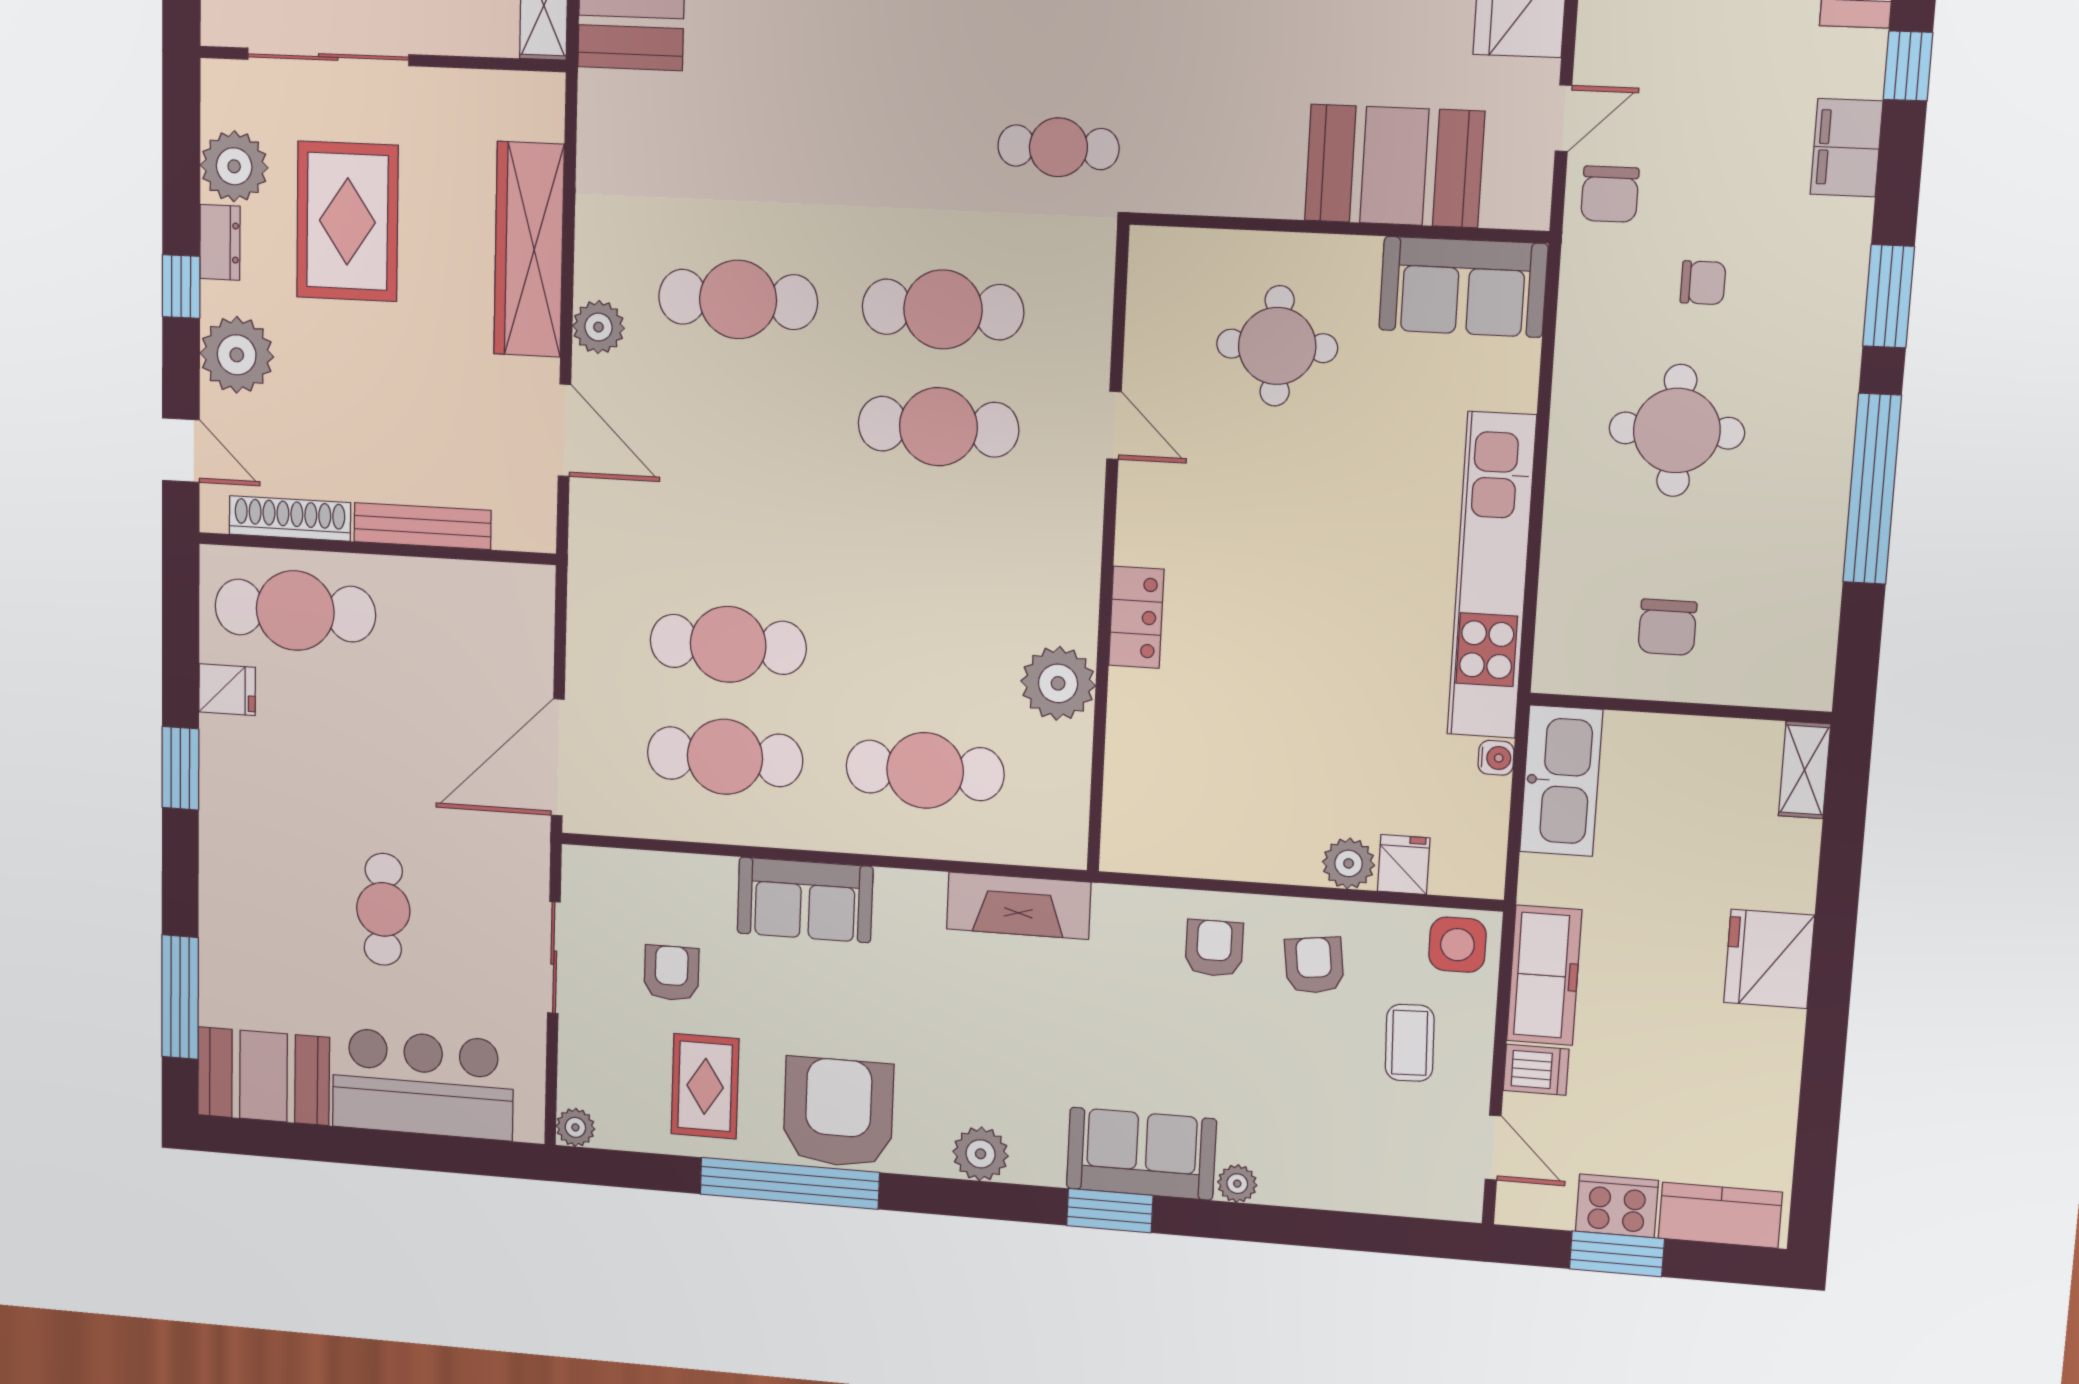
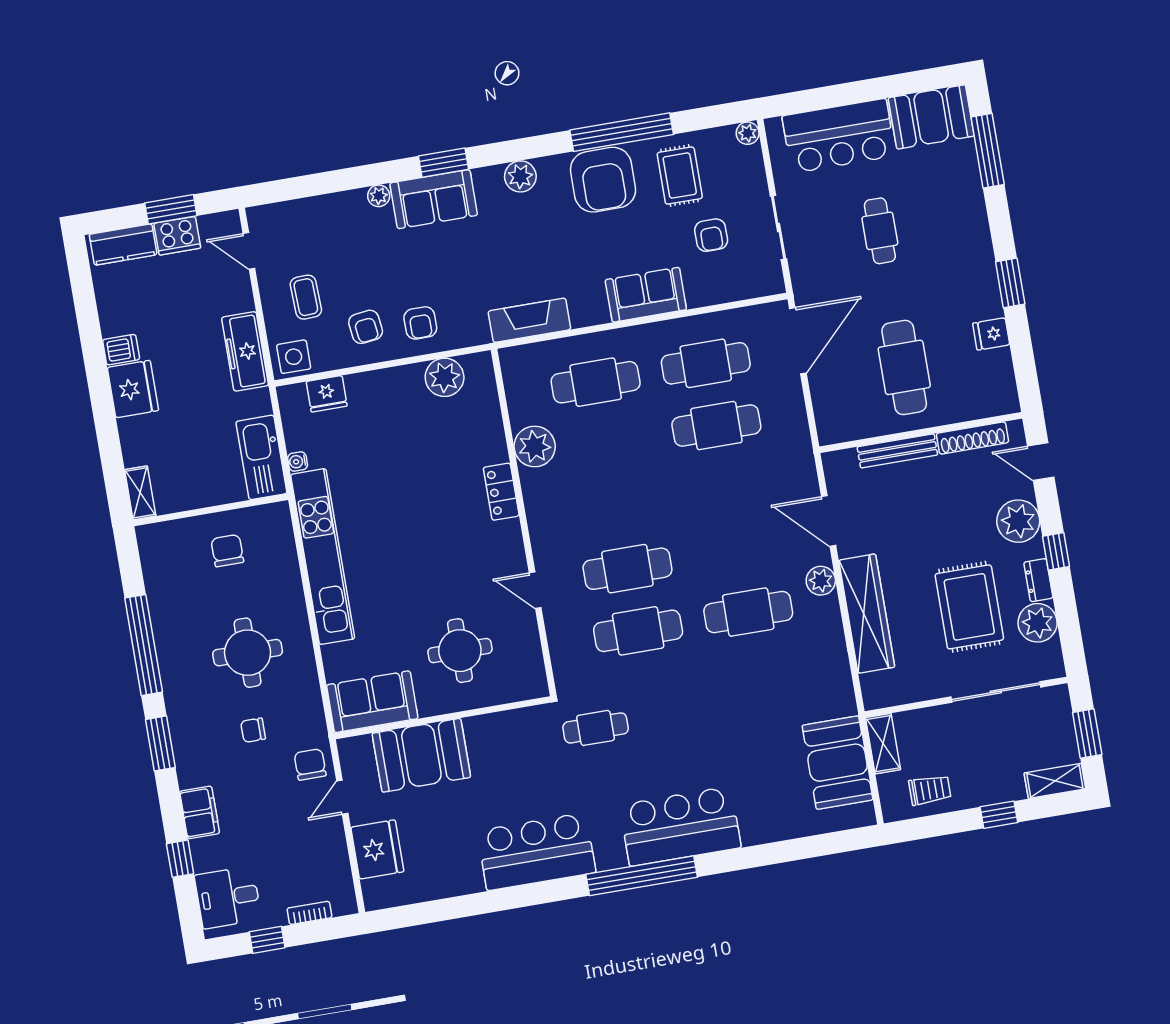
cafe table: (295, 611) -> (904, 367), moved, turned 90
plant: (1349, 863) -> (445, 377), moved, width x1.36, depth x1.36
fridge: (1404, 865) -> (327, 394), width x1.38
dishwasher: (1536, 1070) -> (121, 350), moved, turned 180

